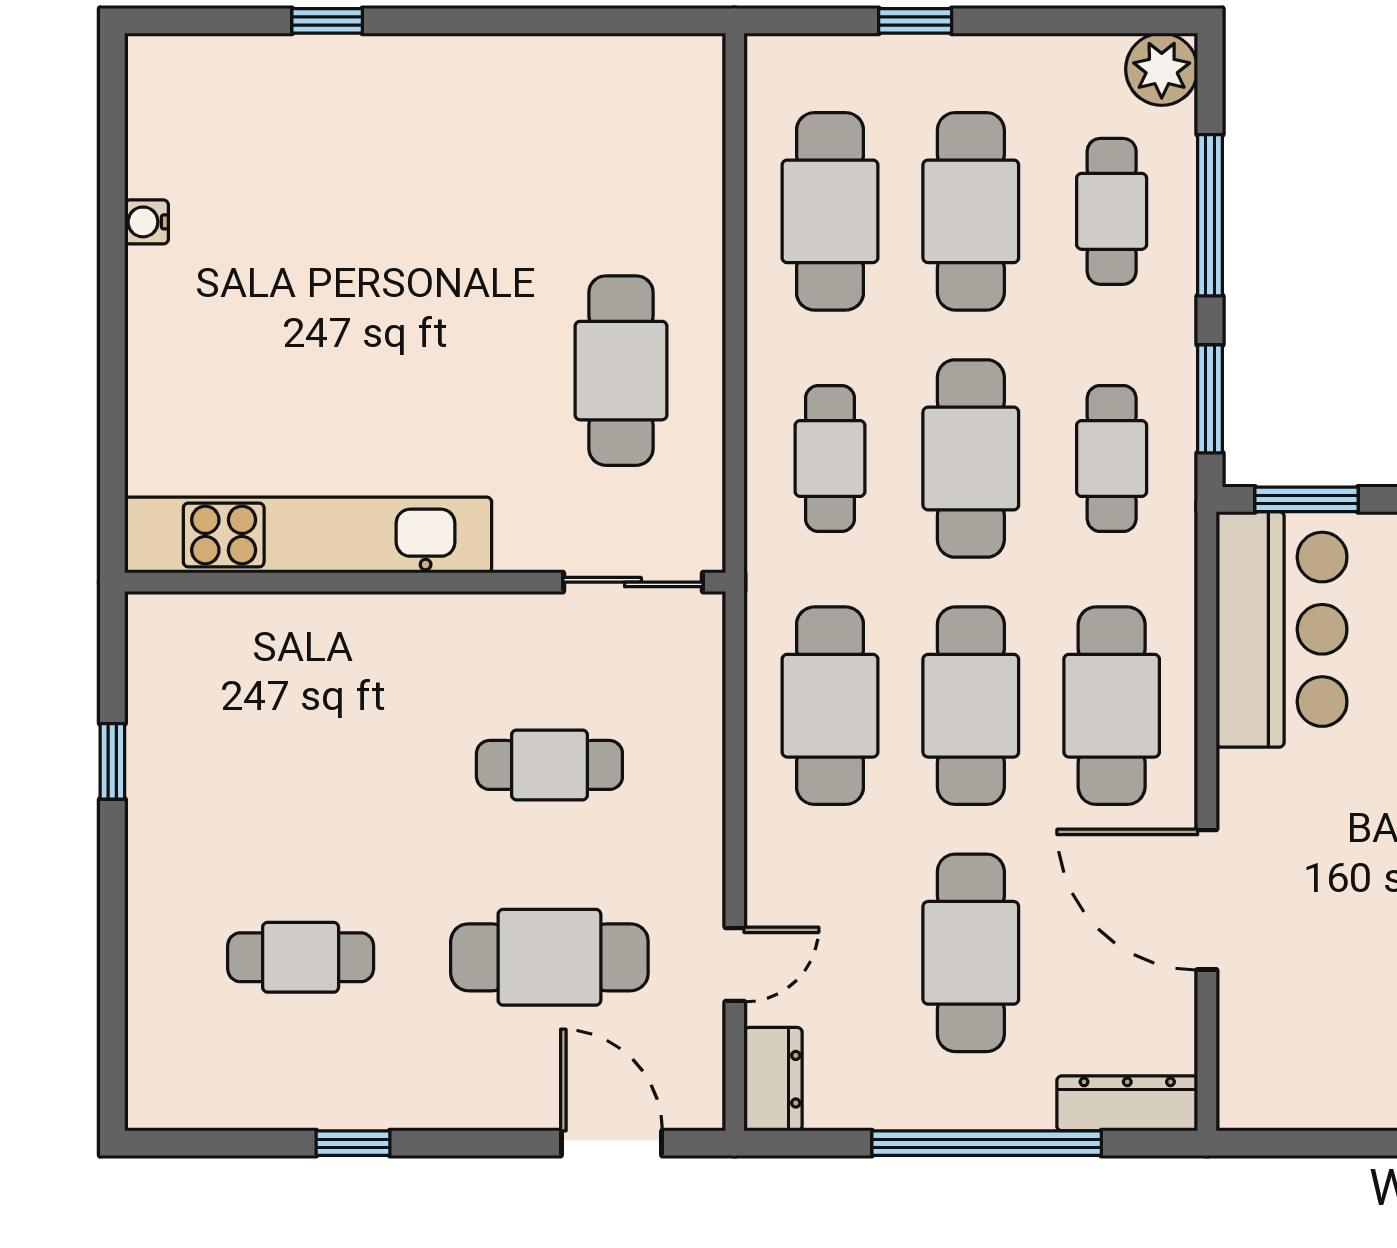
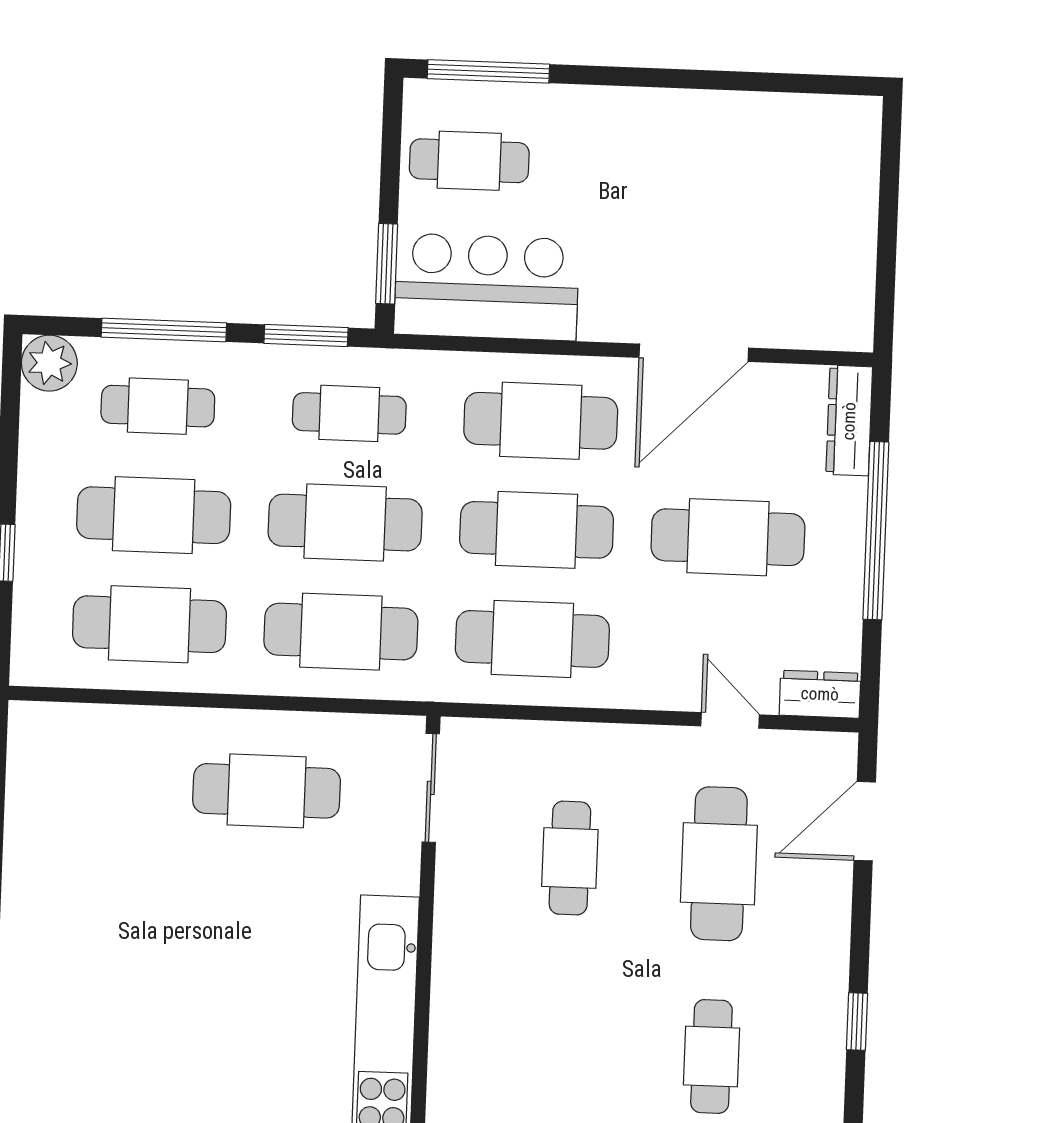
cafe table: (830, 459) -> (341, 632), width x1.37, depth x1.35

